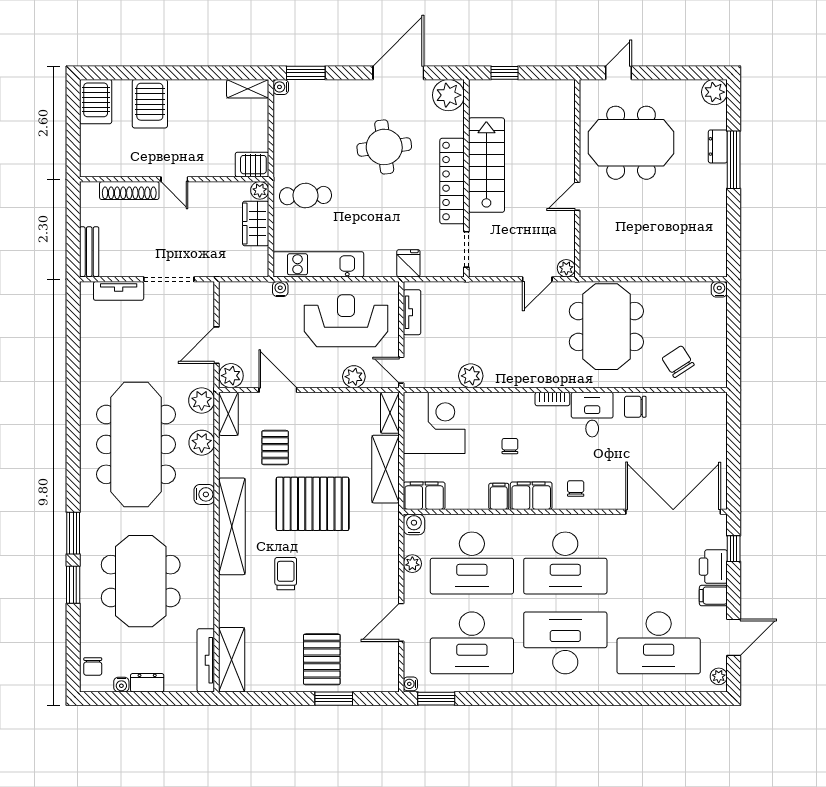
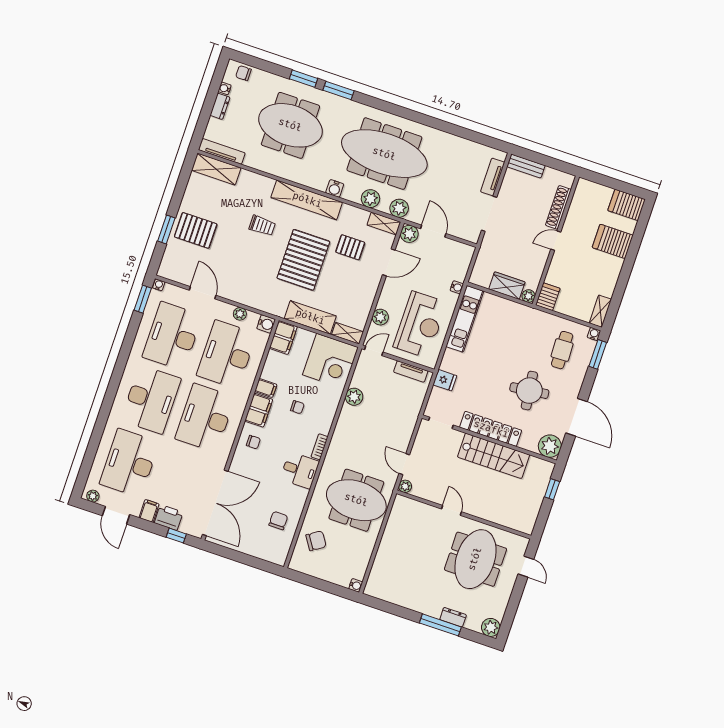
cafe table: (305, 196) -> (562, 350), moved
chair: (635, 407) -> (278, 521), moved

